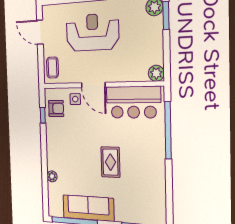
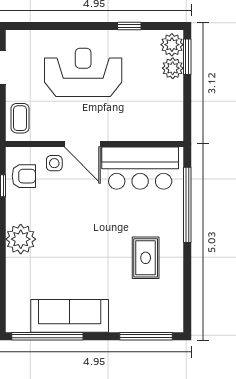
plant: (156, 73) -> (173, 68), moved
rug: (110, 162) -> (146, 258), moved
plant: (52, 176) -> (21, 239), moved, width x1.87, depth x1.87

